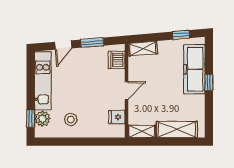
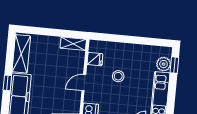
stool: (71, 119) -> (118, 76), moved
shelving: (177, 129) -> (21, 54), moved, turned 90

